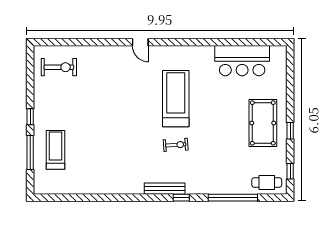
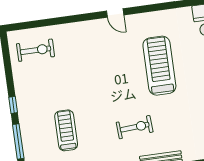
exercise bike: (176, 145) -> (135, 127), moved, width x1.38, depth x1.39
treadmill: (56, 150) -> (66, 130), moved

